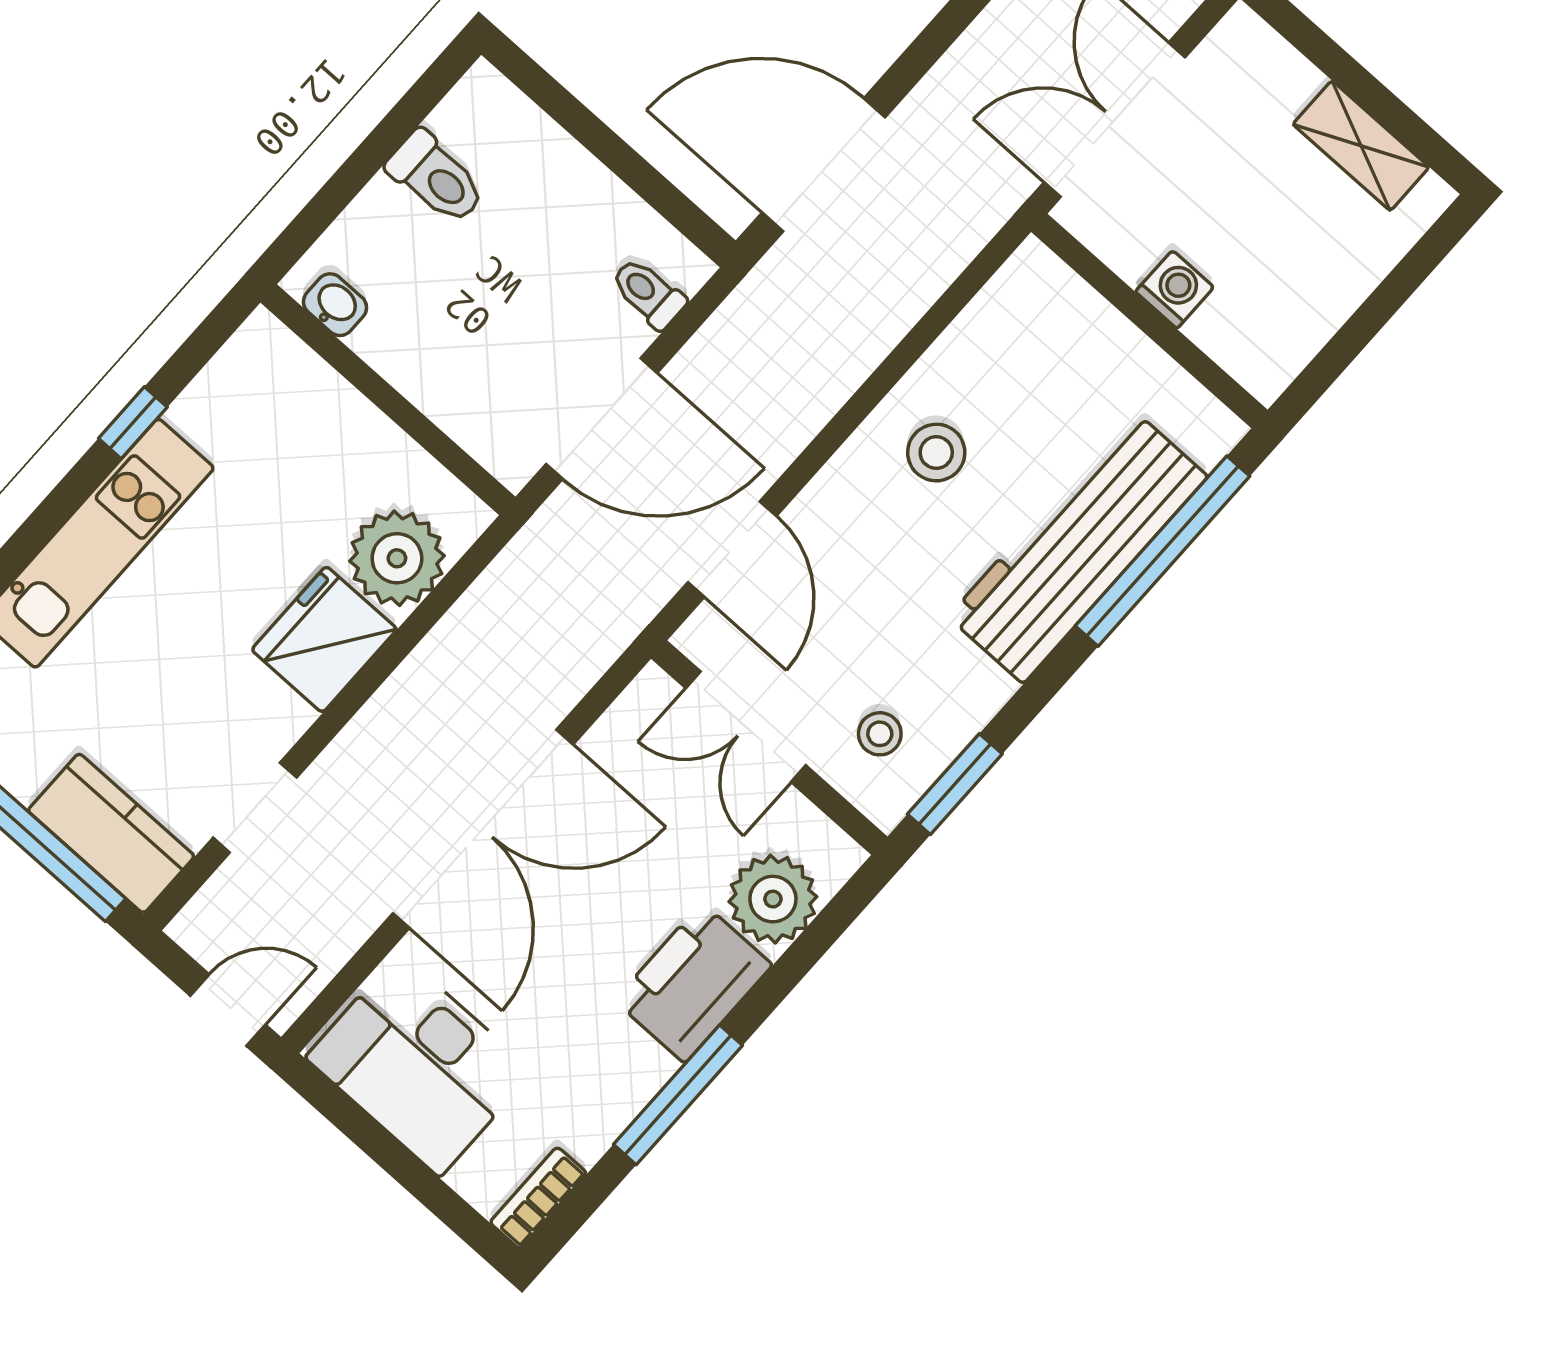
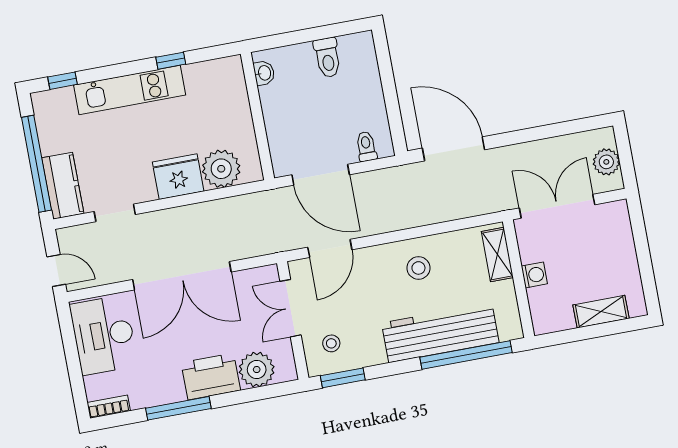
shelving: (1361, 146) -> (601, 312), moved, turned 90
shelving: (1071, 306) -> (497, 254), added

